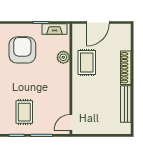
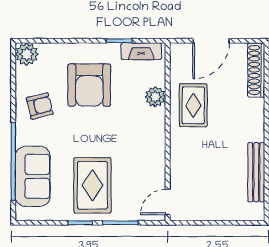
armchair: (22, 50) -> (89, 85), turned 180
shoe rack: (126, 68) -> (256, 70), moved
rug: (24, 112) -> (92, 185), width x1.36, depth x1.43

